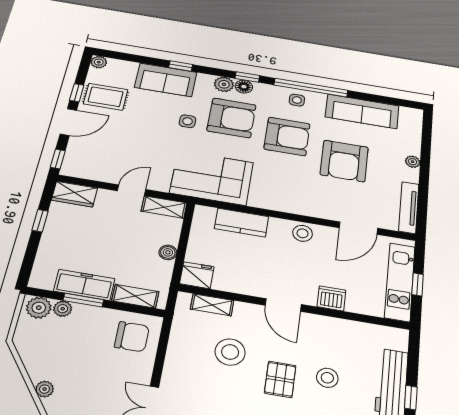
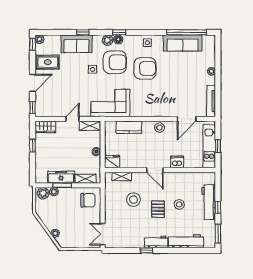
window: (311, 88) -> (186, 32), moved
window: (77, 93) -> (33, 44), moved
armchair: (344, 161) -> (176, 78), removed

